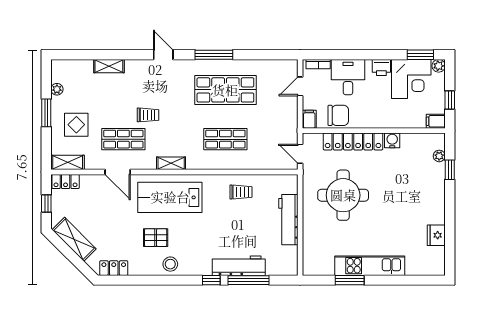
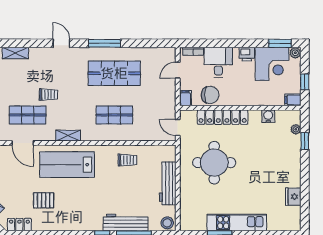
water cooler: (392, 140) -> (268, 116), moved
pallet: (156, 238) -> (44, 200), moved
stool: (170, 264) -> (167, 223), moved

